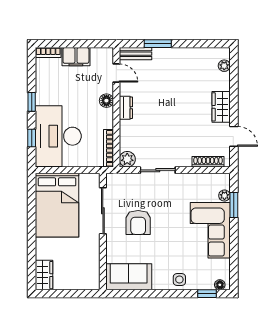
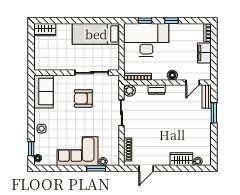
wardrobe: (221, 107) -> (181, 159), moved
dresser: (126, 108) -> (157, 89), moved
bed: (57, 205) -> (96, 34), width x0.67

